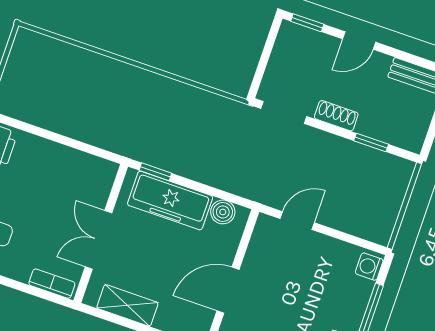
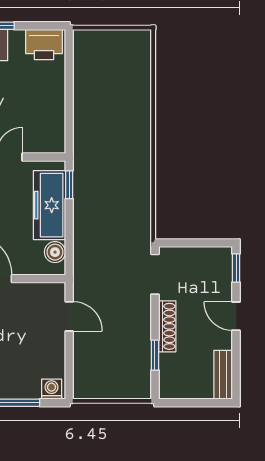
shoe rack: (336, 116) -> (167, 326), width x1.43

